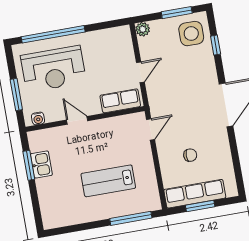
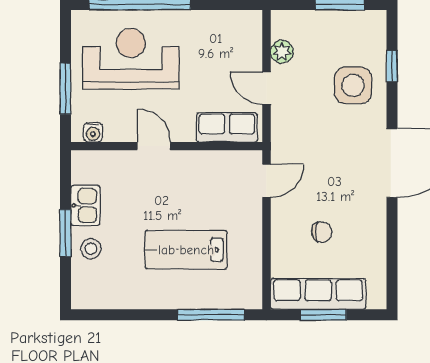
plant: (143, 29) -> (282, 52), moved
side table: (191, 34) -> (353, 85), moved
reception desk: (53, 69) -> (131, 59), turned 180
door: (140, 72) -> (266, 88), swing flipped
window: (29, 165) -> (65, 233), moved
stool: (49, 191) -> (91, 249), added

